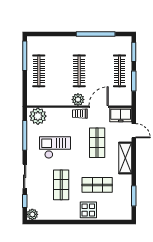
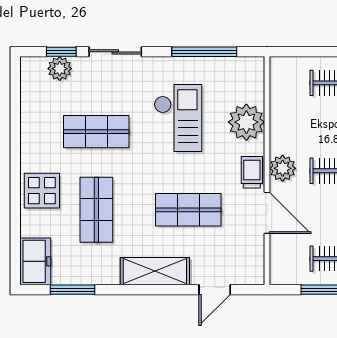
freezer: (121, 115) -> (35, 261), moved, turned 180
plant: (38, 116) -> (246, 122), moved
plant: (32, 214) -> (60, 69), moved

